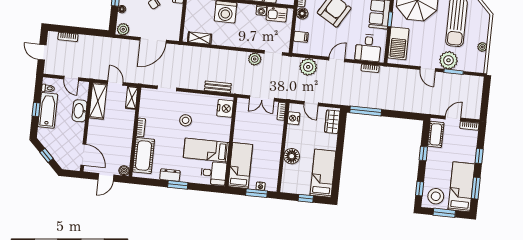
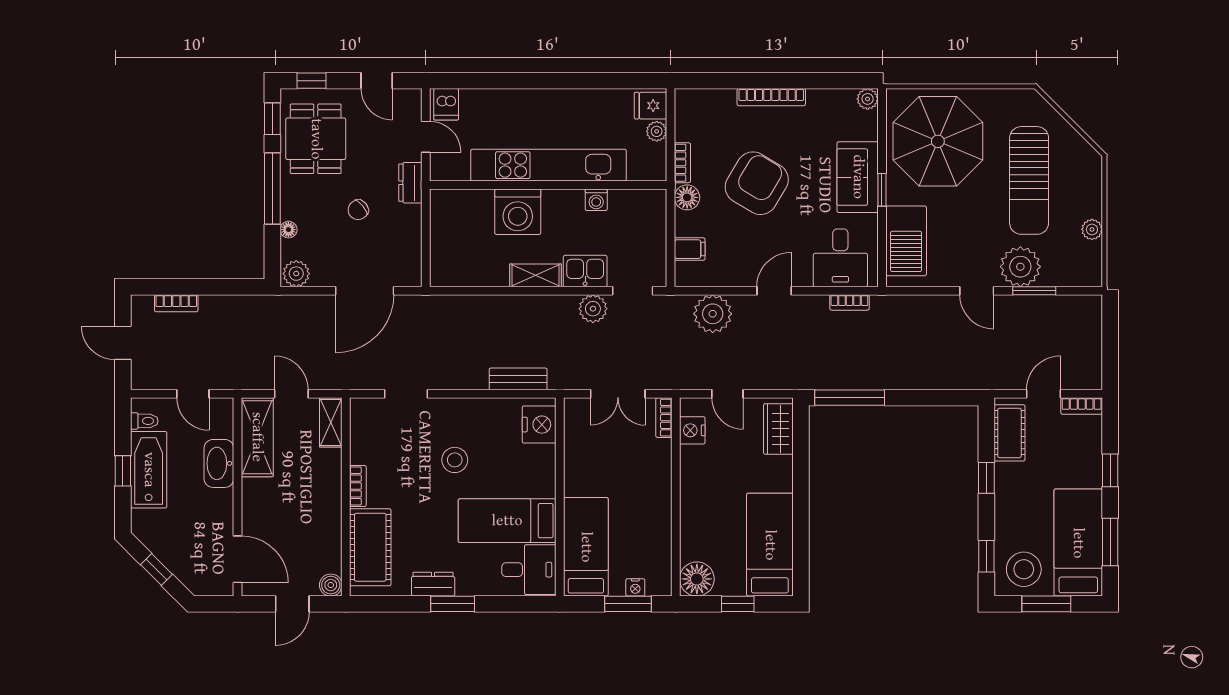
kitchen sink: (277, 14) -> (585, 271), moved, turned 180
shelving: (200, 38) -> (536, 275), moved
floor lamp: (292, 156) -> (697, 579), moved

